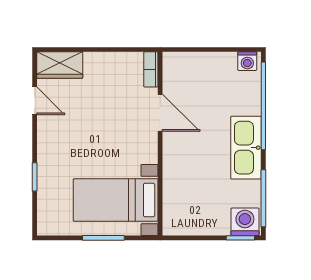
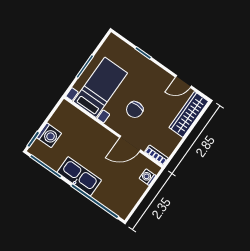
washing machine: (247, 61) -> (148, 177), moved
wardrobe: (60, 65) -> (189, 114), width x1.50
chair: (113, 137) -> (135, 110), added
washing machine: (245, 222) -> (49, 135), moved

